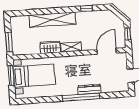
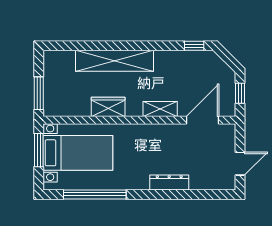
window: (86, 9) -> (194, 46), moved
shelving: (71, 47) -> (160, 109), moved
window: (81, 97) -> (95, 194), moved

